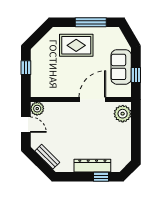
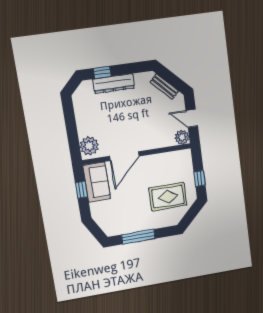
rug: (76, 45) -> (168, 197), moved
sofa: (121, 67) -> (97, 182), moved

